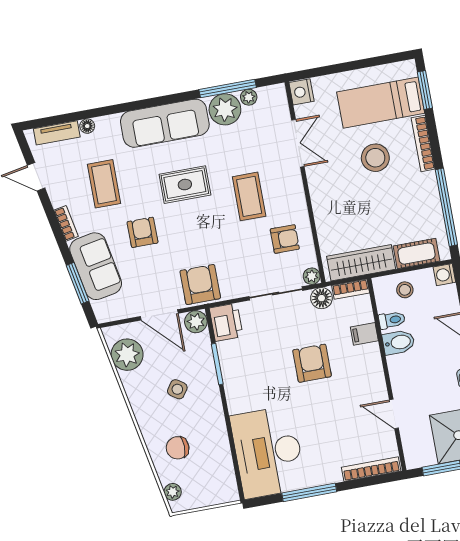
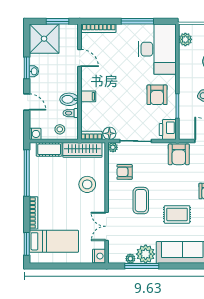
stool: (375, 158) -> (87, 184), moved
plant: (196, 322) -> (185, 39), moved
filing cabinet: (364, 334) -> (88, 96), moved
armchair: (312, 363) -> (157, 95), moved

